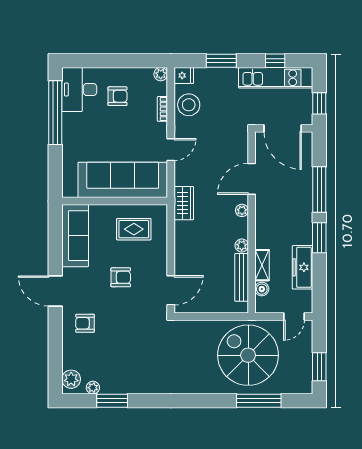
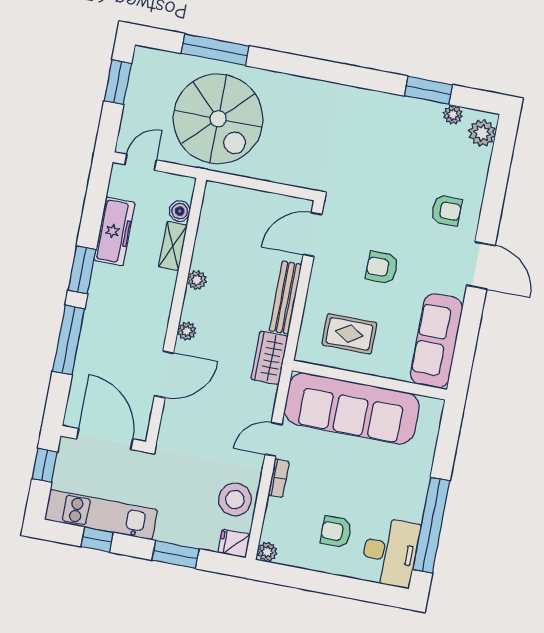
bookcase: (162, 109) -> (279, 478), moved
bench: (242, 277) -> (285, 297), moved

